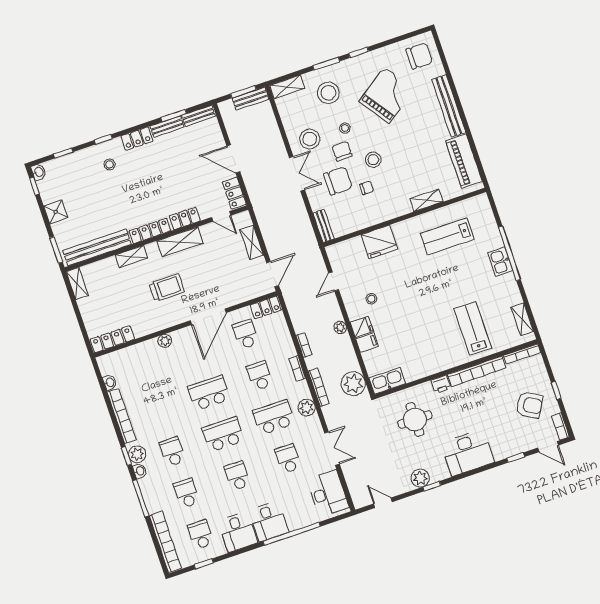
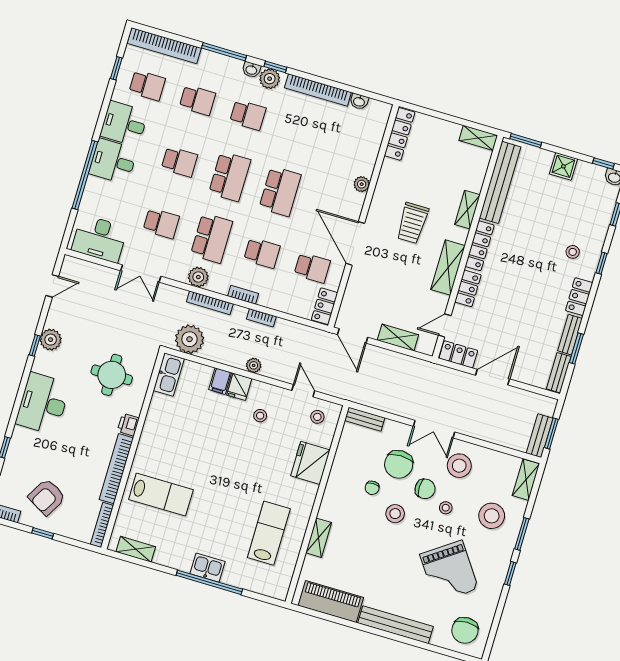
stool: (345, 259) -> (317, 417), added

